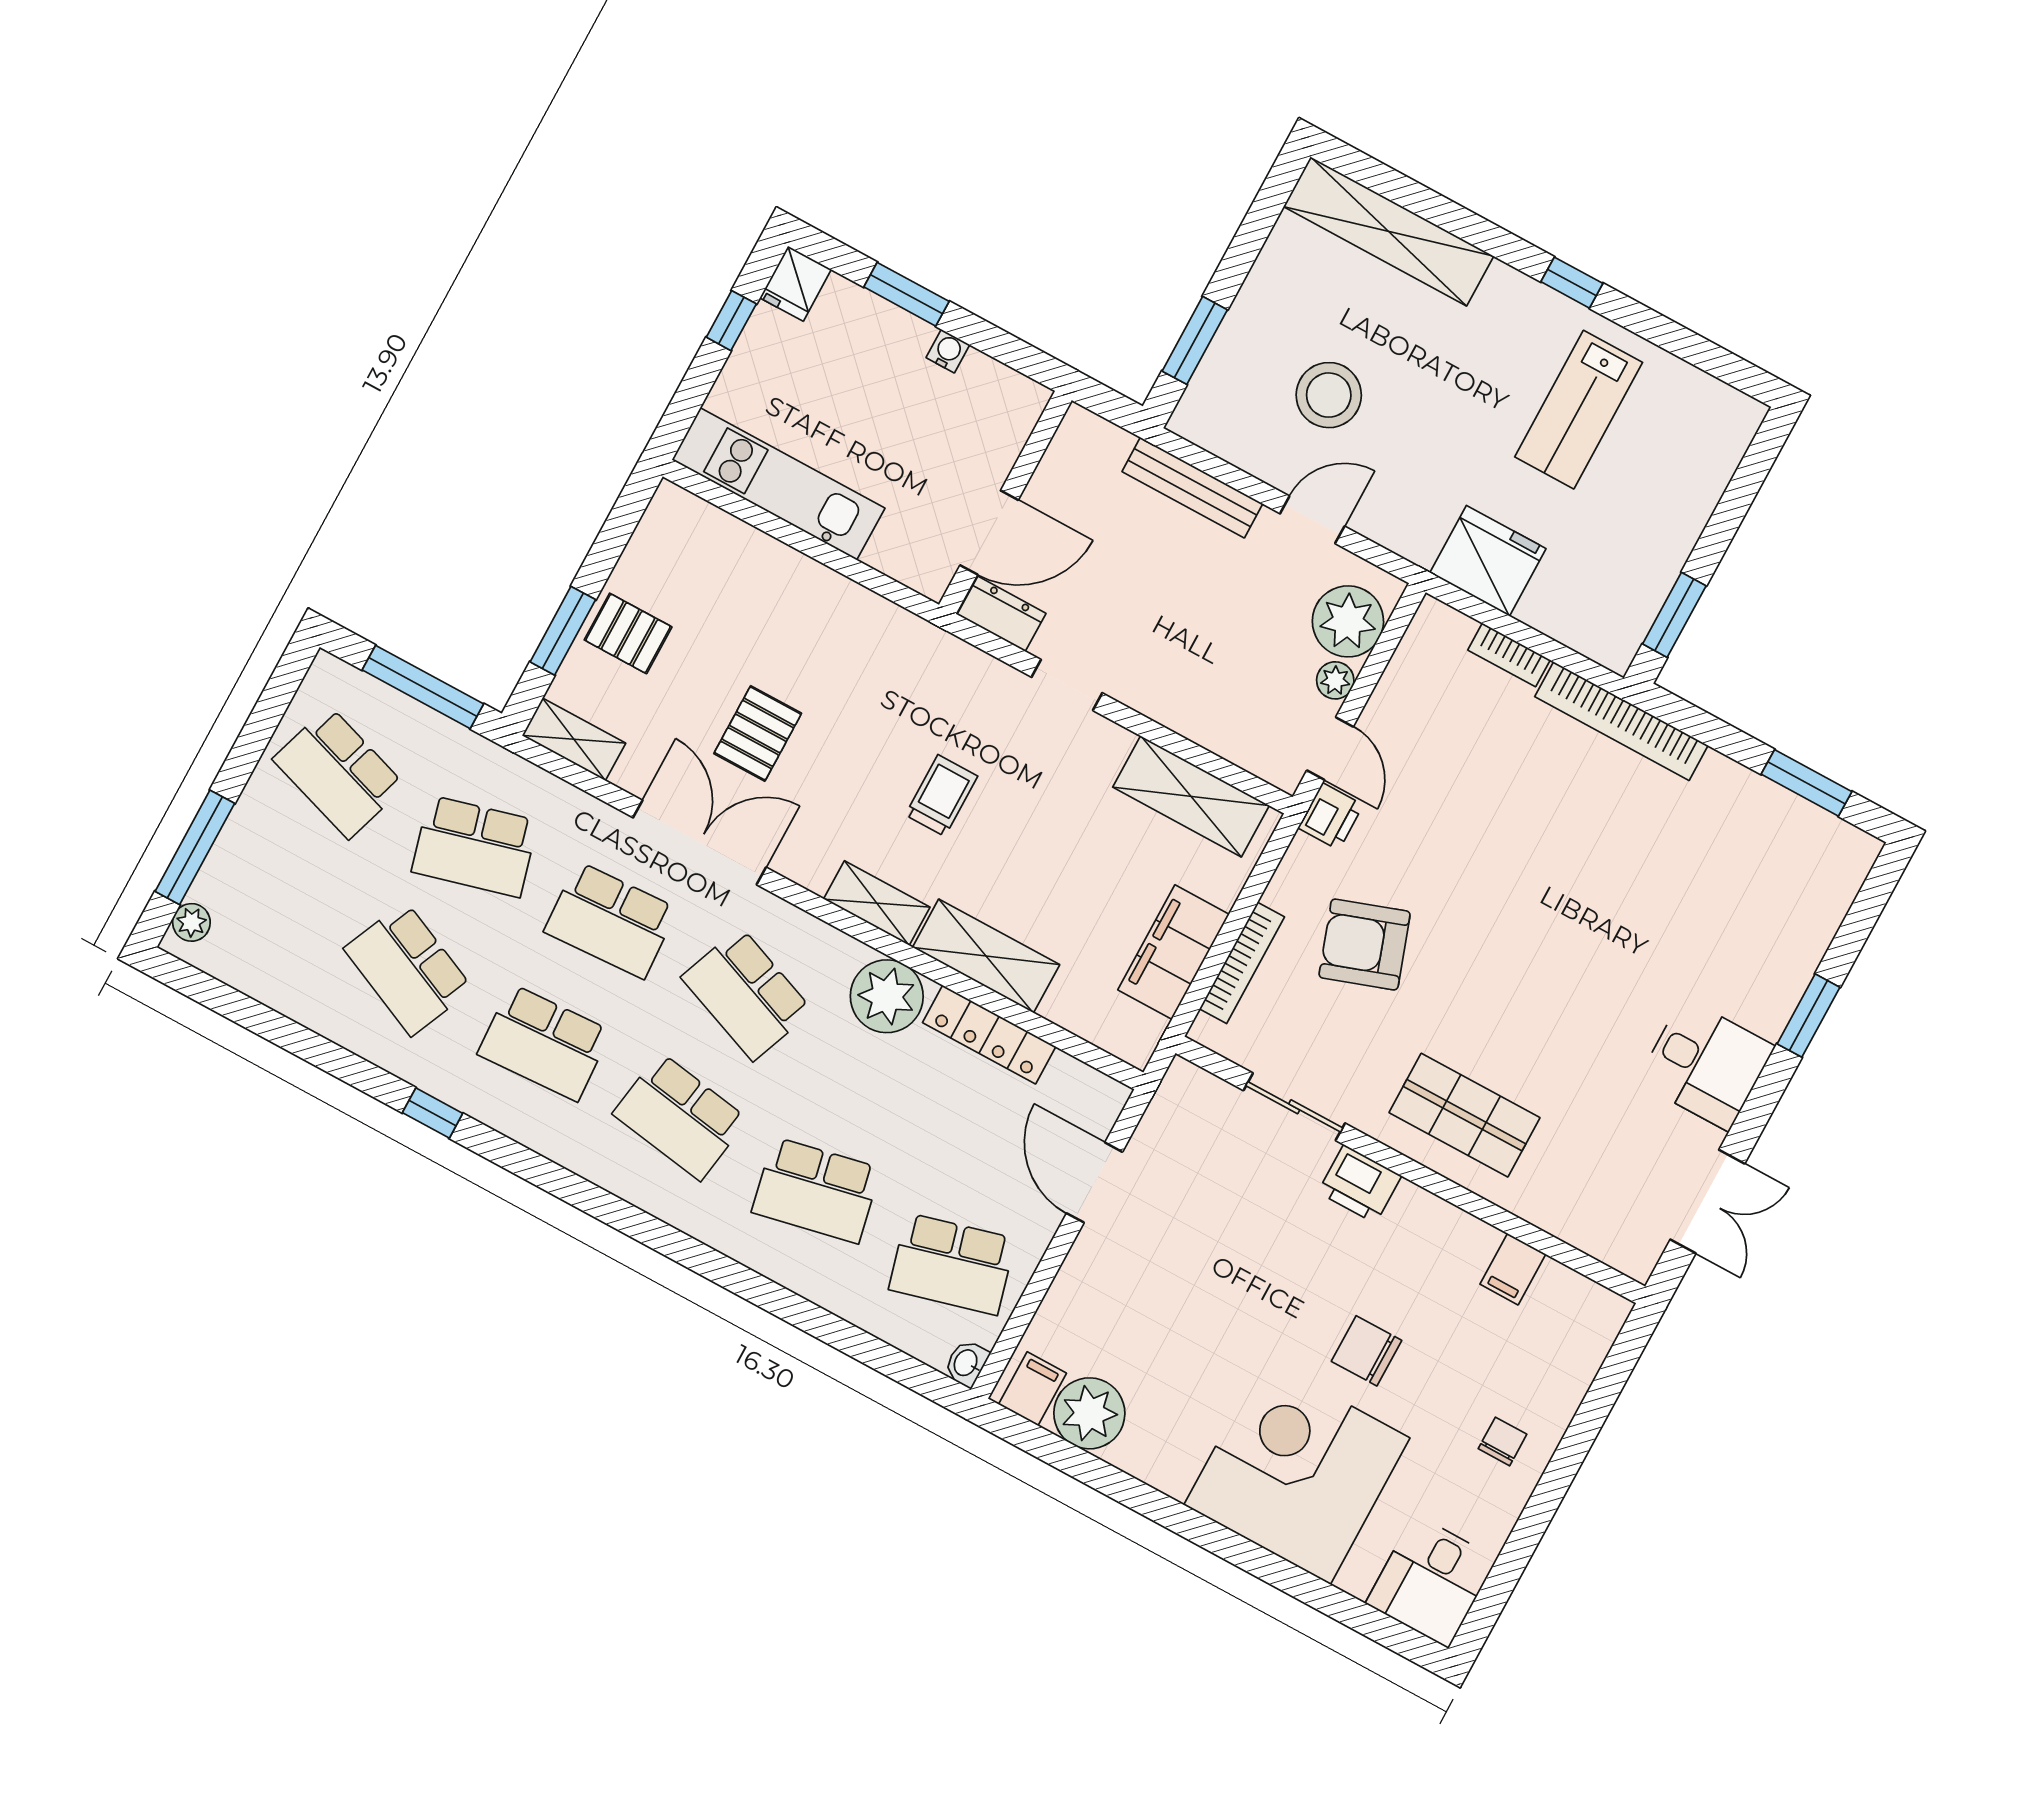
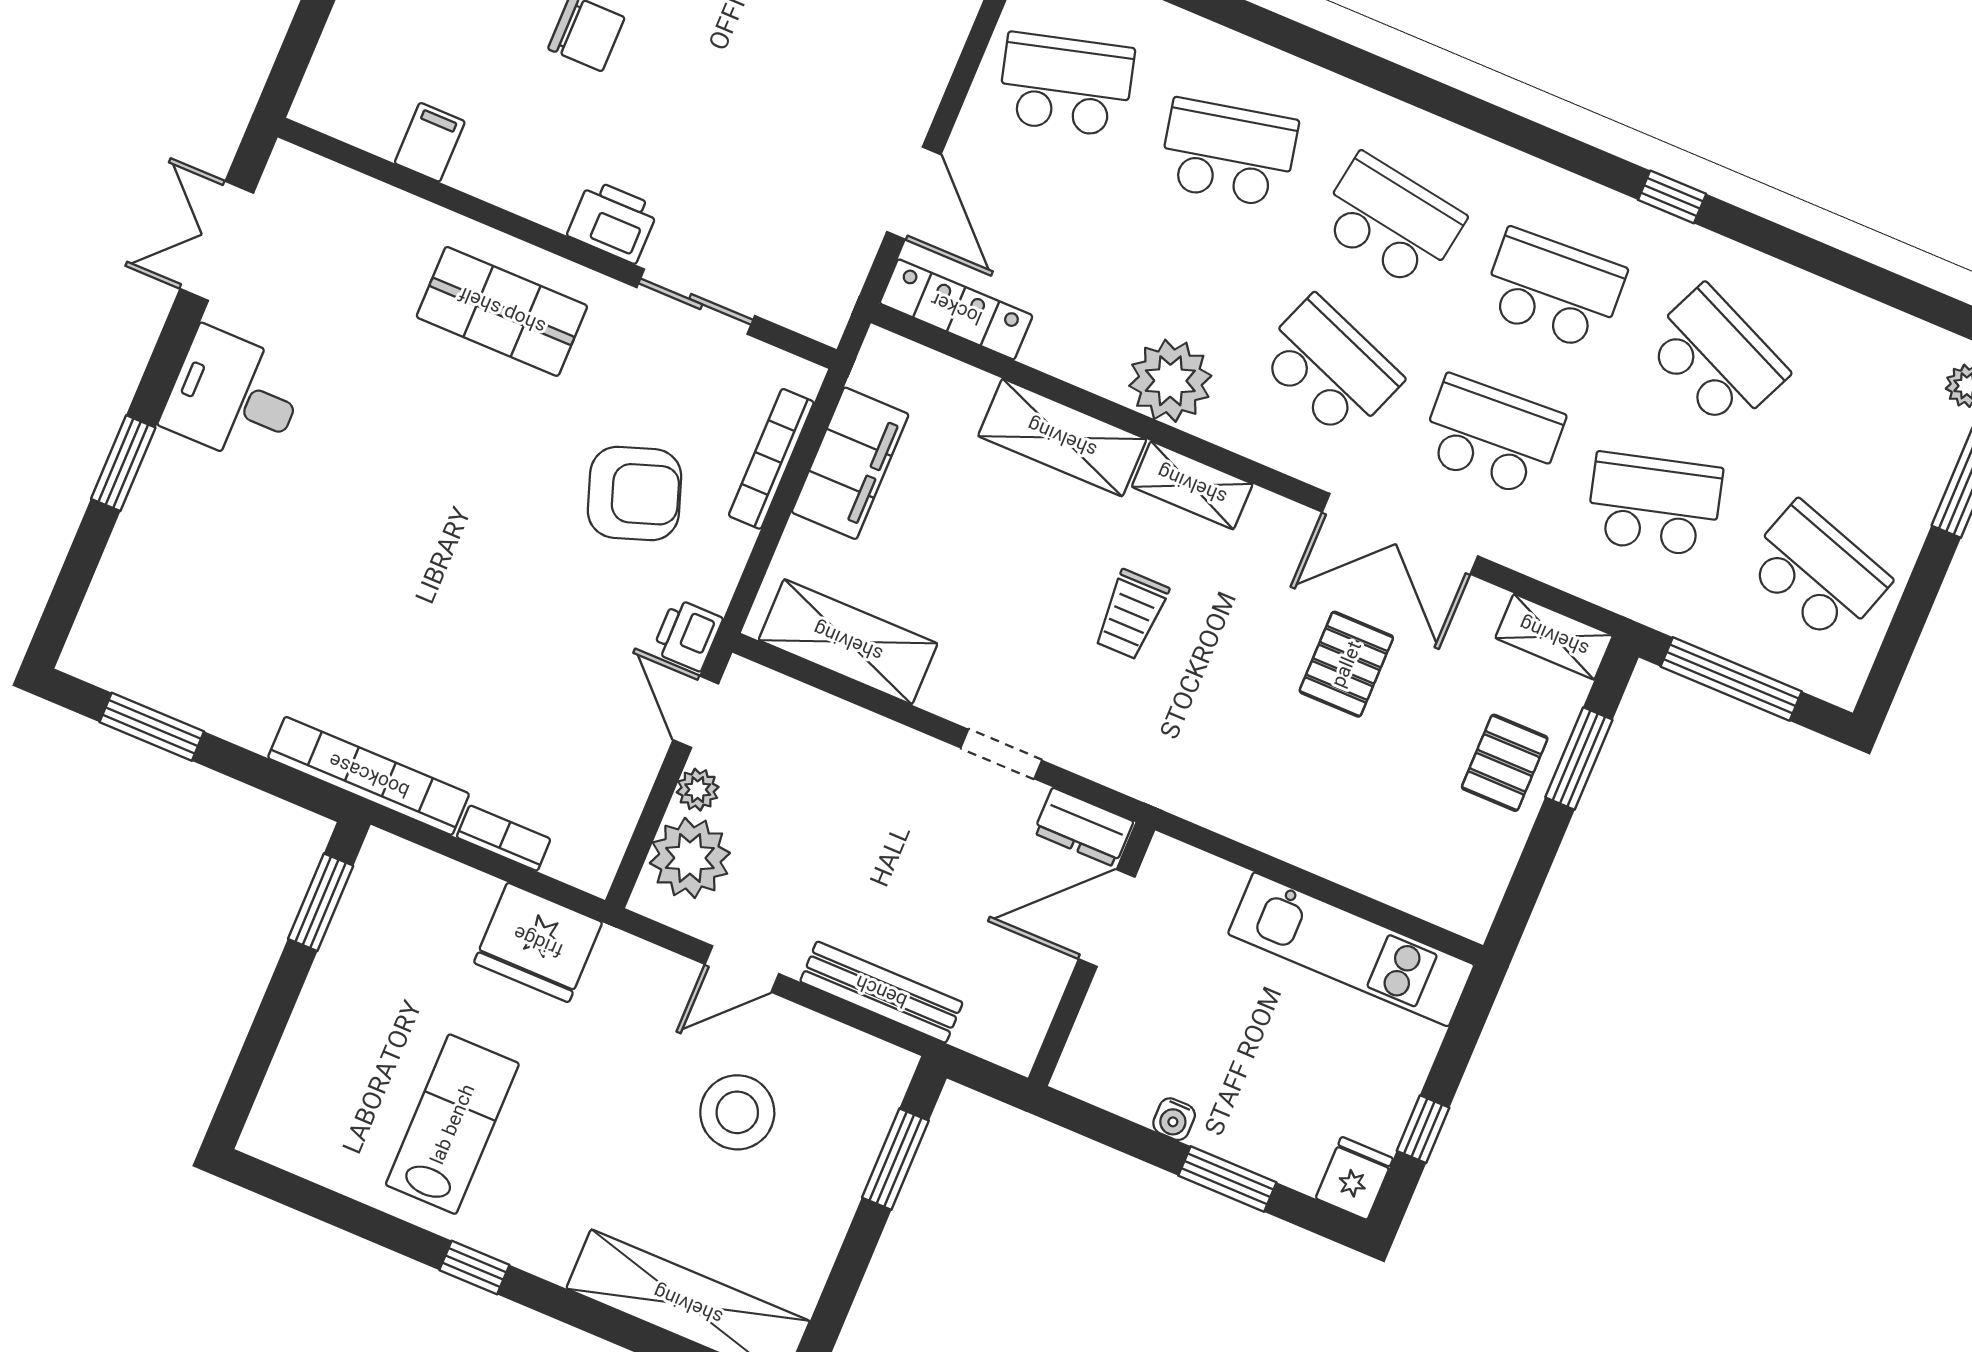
pallet: (628, 633) -> (1505, 763), turned 90
locker: (989, 1035) -> (956, 309), moved

